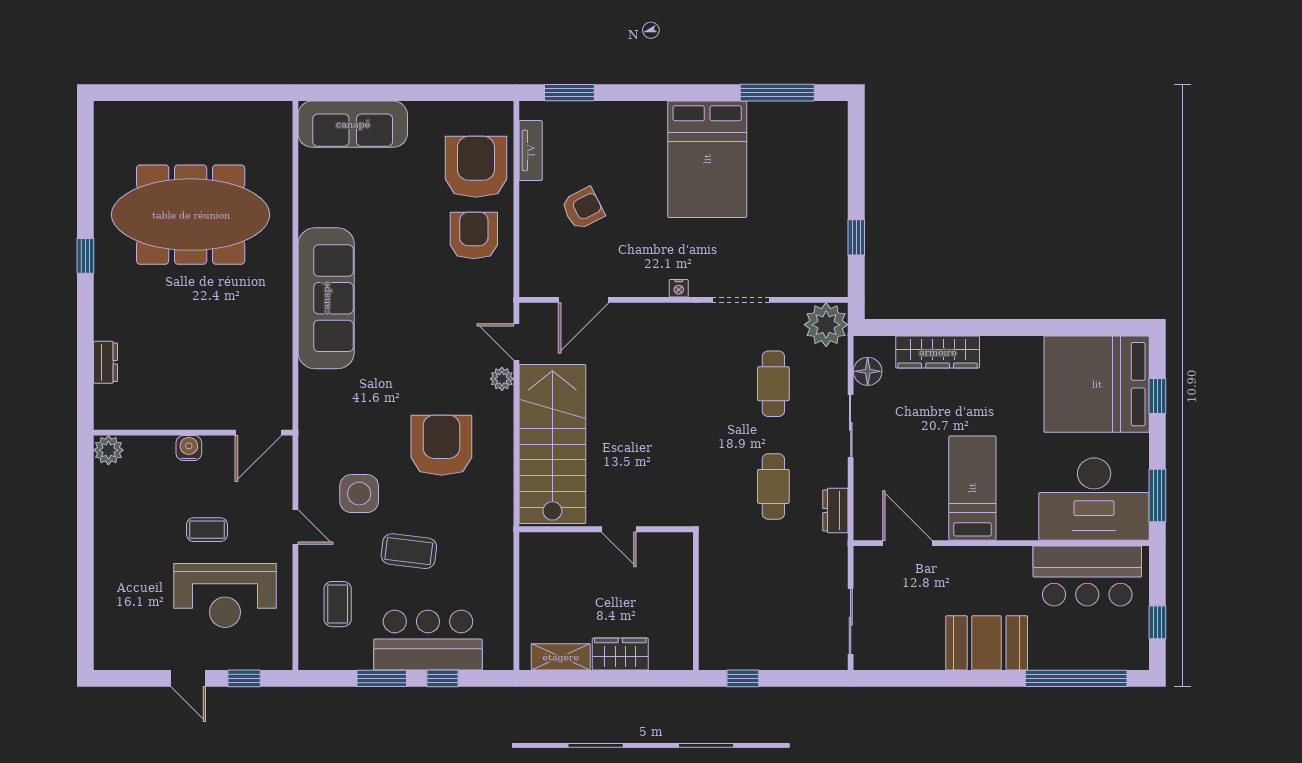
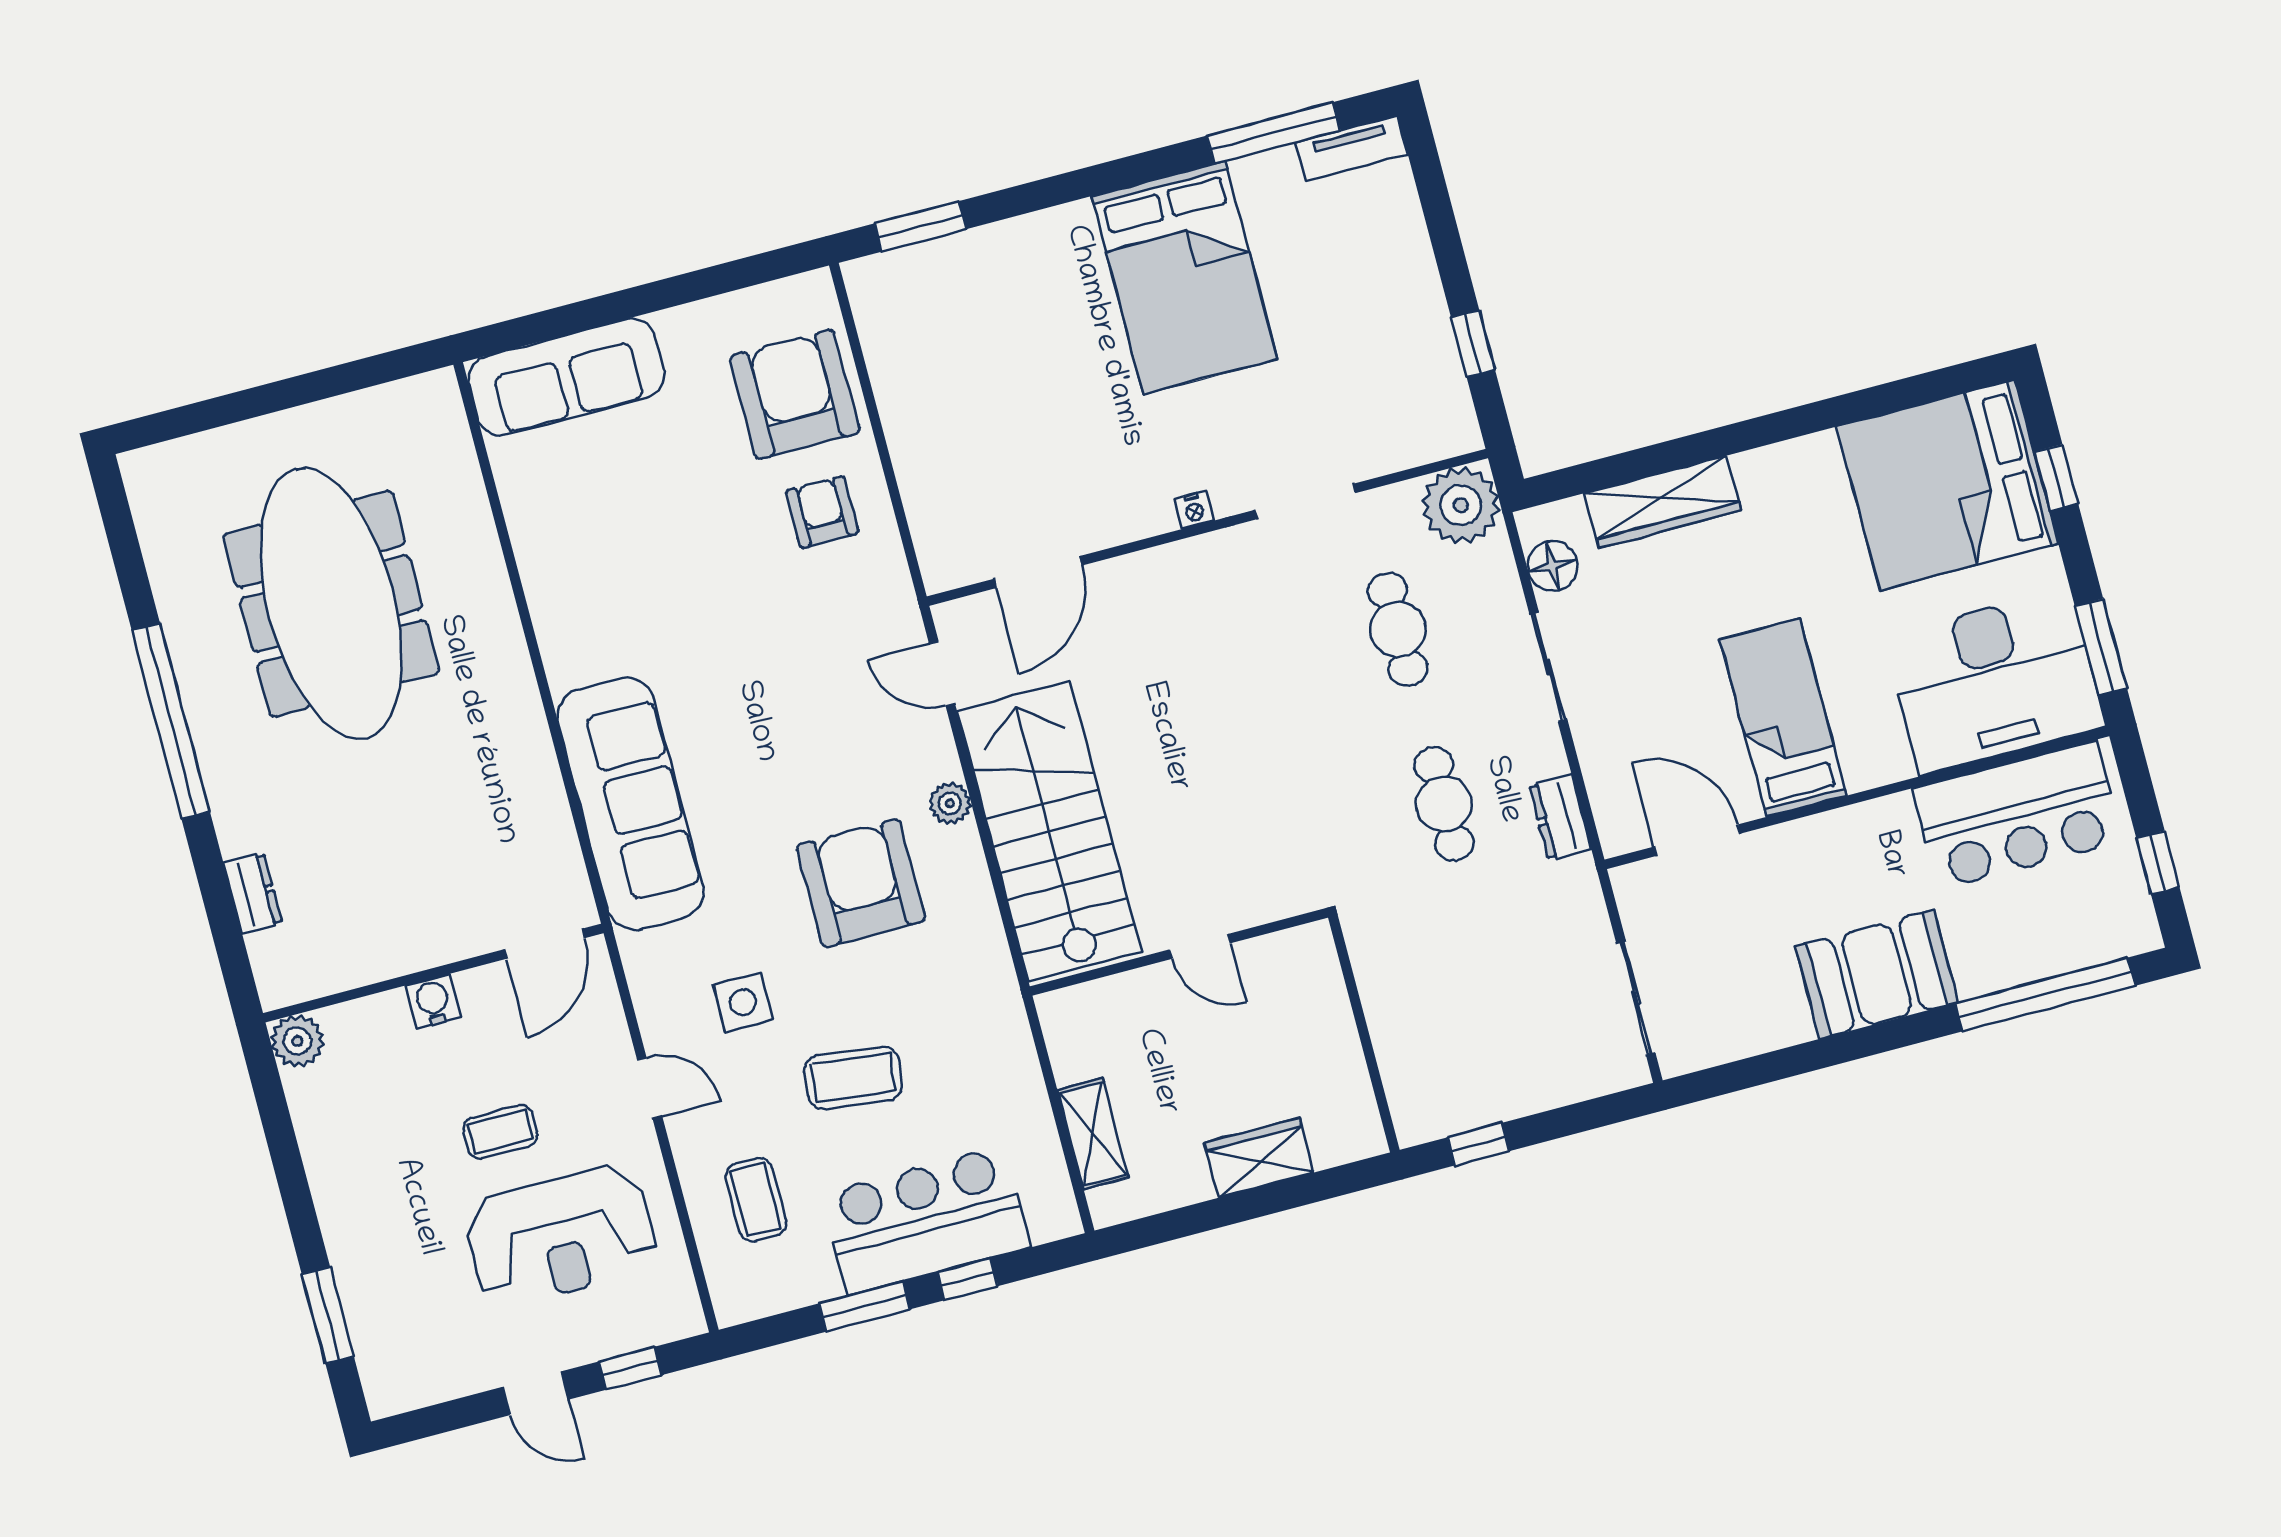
tv unit: (531, 151) -> (1352, 148), moved, turned 90
armchair: (583, 208) -> (995, 417), removed
meeting table: (191, 215) -> (331, 604), turned 90
armchair: (474, 235) -> (822, 512), width x0.72, depth x0.72
window: (85, 256) -> (171, 721), width x3.17
sofa: (326, 298) -> (630, 804), moved
plant: (502, 379) -> (950, 803), moved
side table: (359, 494) -> (743, 1002), width x0.73, depth x0.73
window: (85, 606) -> (328, 1316), added
shelving: (561, 657) -> (1093, 1134), moved, turned 90

